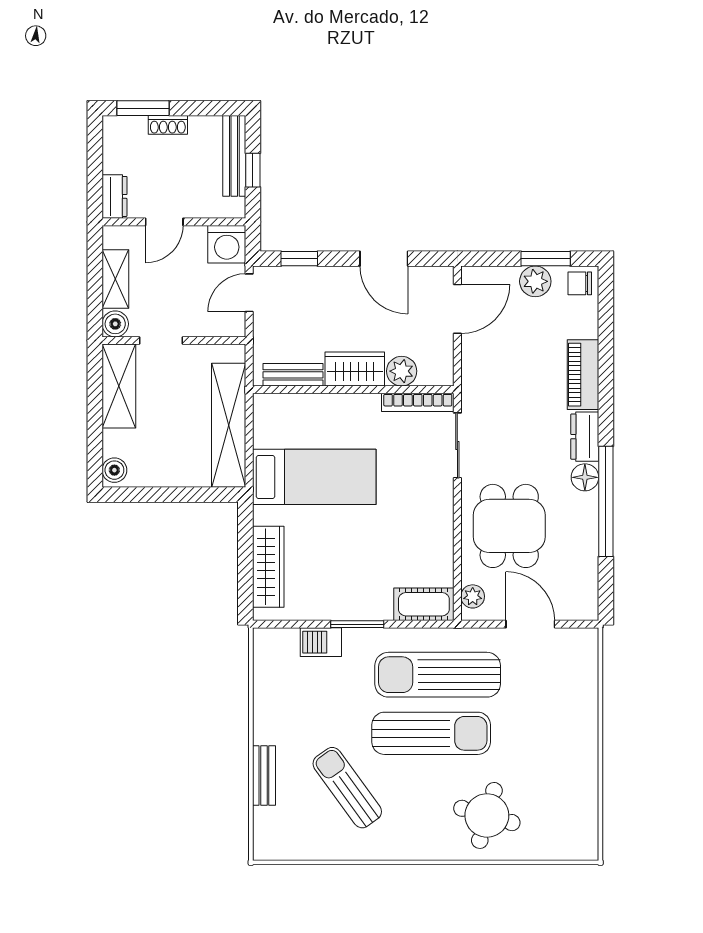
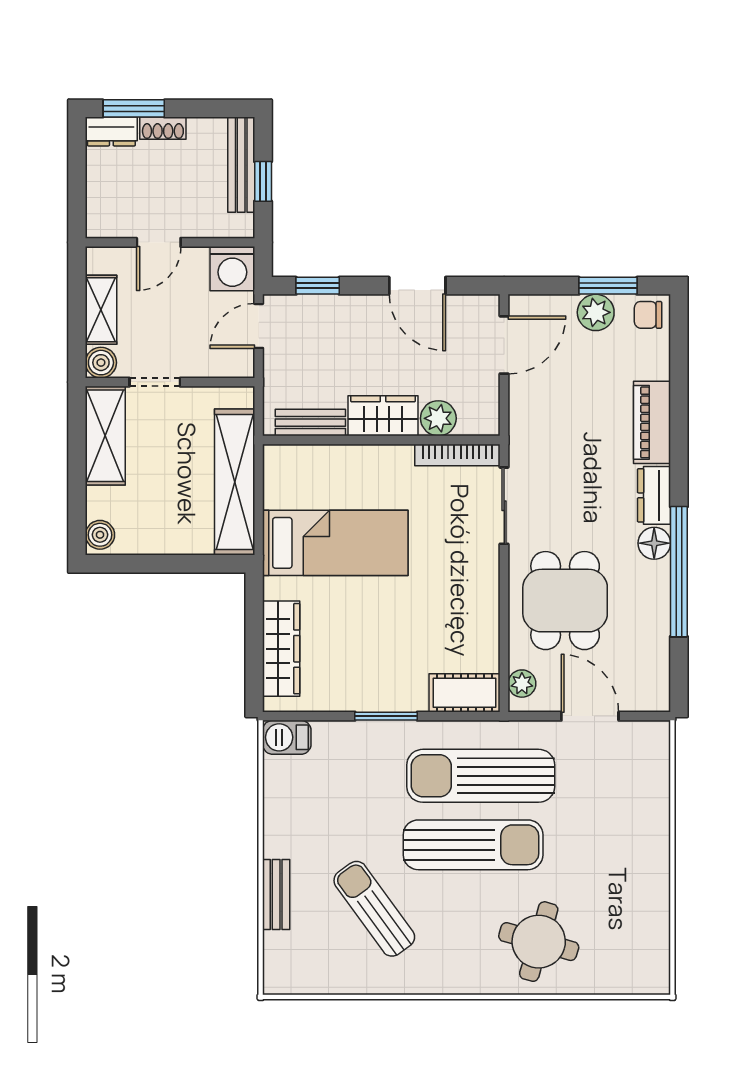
dresser: (114, 196) -> (111, 131), moved, turned 90
barbecue: (321, 642) -> (287, 737), moved

